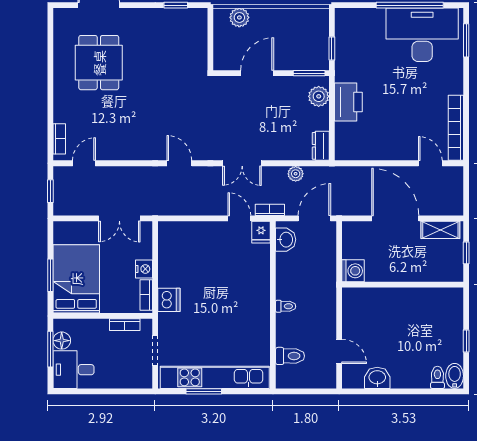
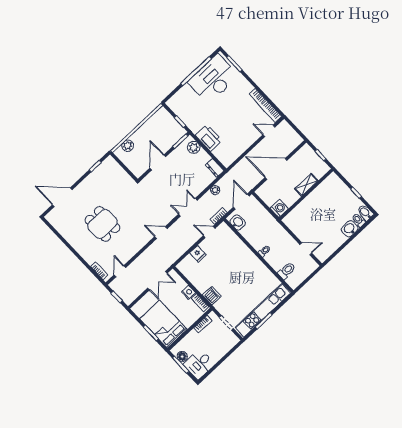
dining table: (99, 63) -> (103, 224), moved
double door: (242, 163) -> (188, 207), swing flipped
shelving: (440, 230) -> (306, 185), moved
fridge: (261, 232) -> (198, 254), moved
washbasin: (377, 378) -> (350, 229), moved

